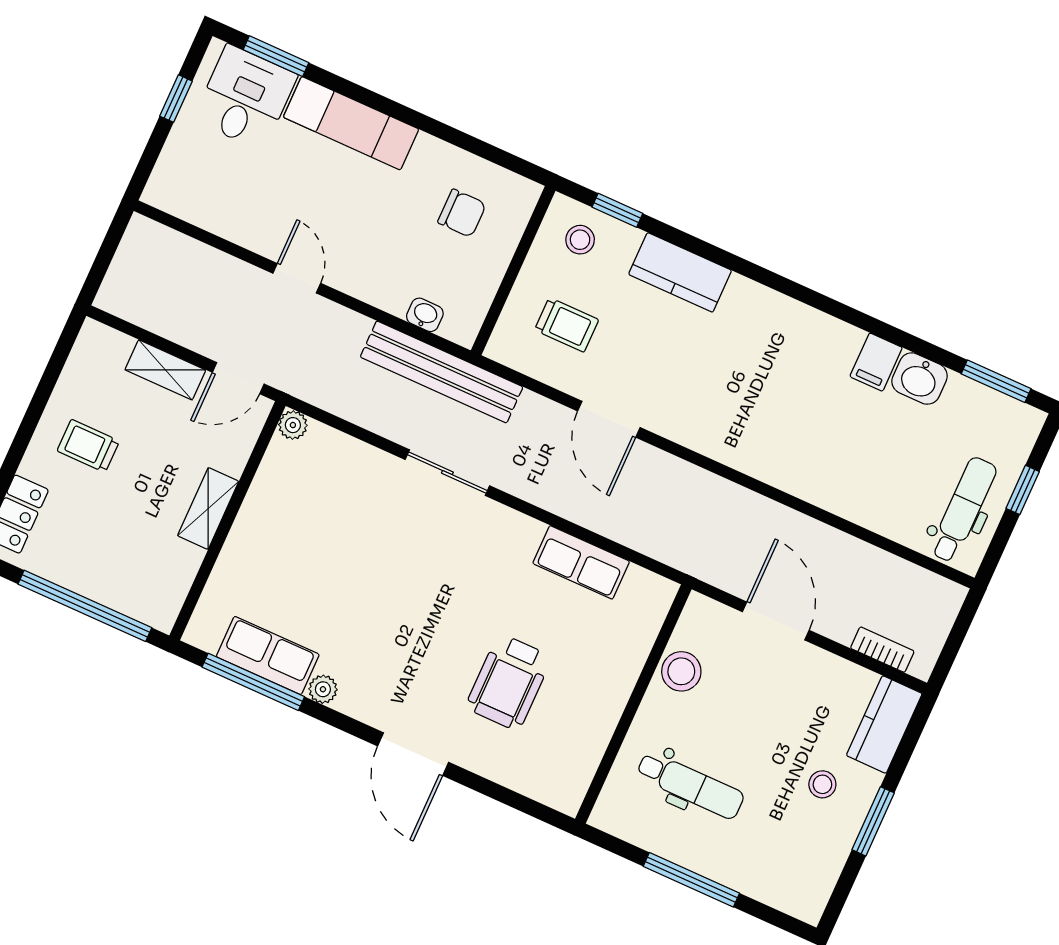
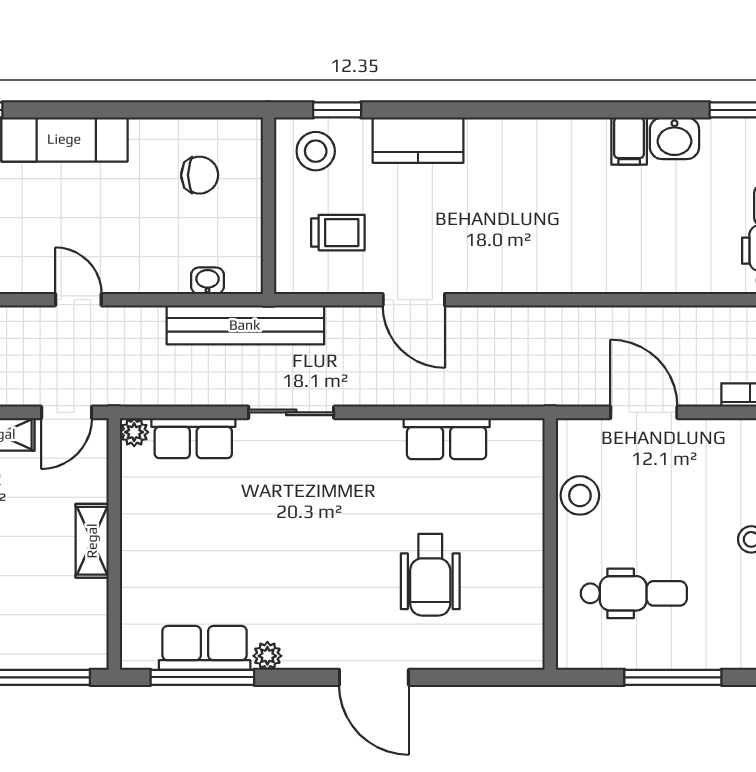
stool: (580, 240) -> (316, 151), width x1.37, depth x1.37
row of seats: (345, 455) -> (193, 438), added

